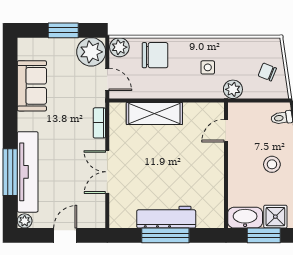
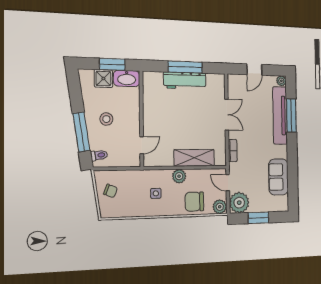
plant: (233, 89) -> (179, 176), moved

